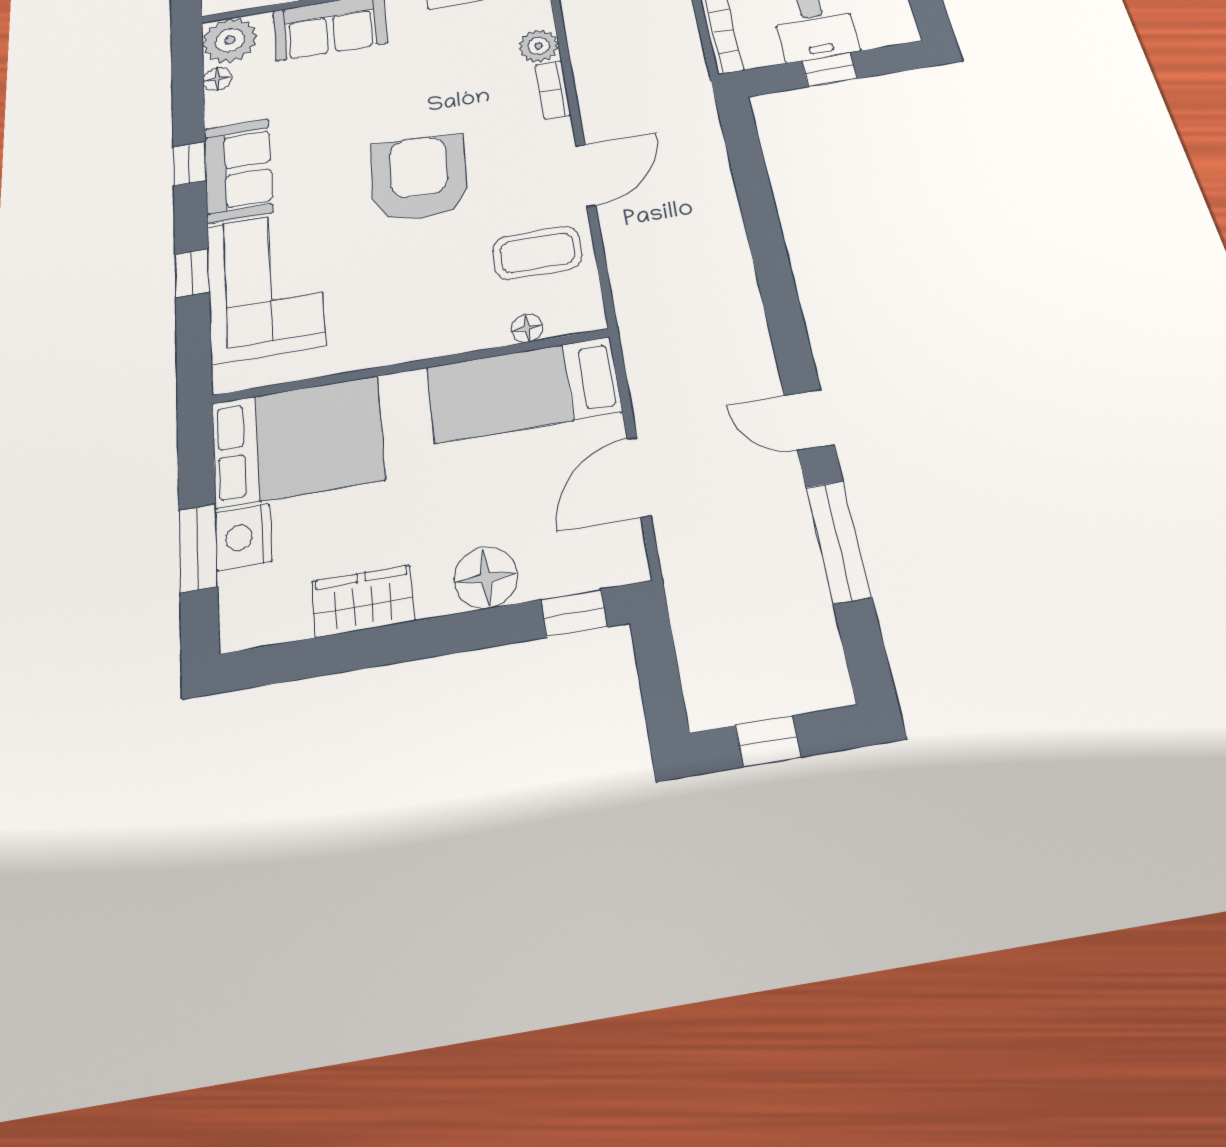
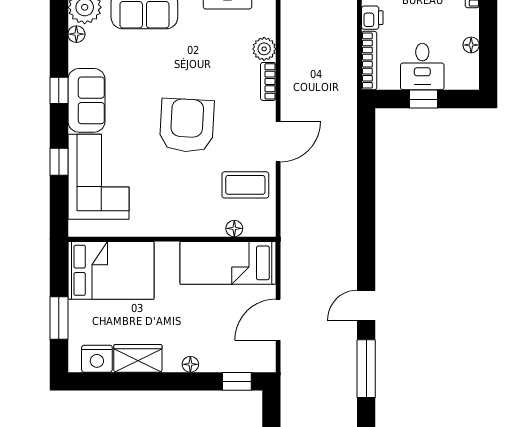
door: (809, 420) -> (366, 305), hinge flipped
nightstand: (243, 537) -> (97, 359), moved, turned -90
floor lamp: (486, 578) -> (190, 364), width x0.53, depth x0.53

